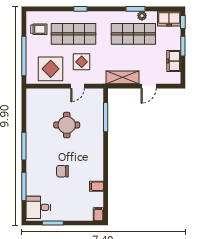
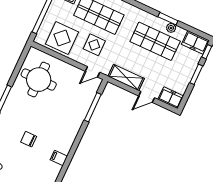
freezer: (174, 61) -> (171, 98), moved, turned 90
door: (78, 86) -> (92, 72), moved
round table: (67, 125) -> (39, 80), moved, width x1.36, depth x1.36
filing cabinet: (97, 186) -> (59, 158), moved

